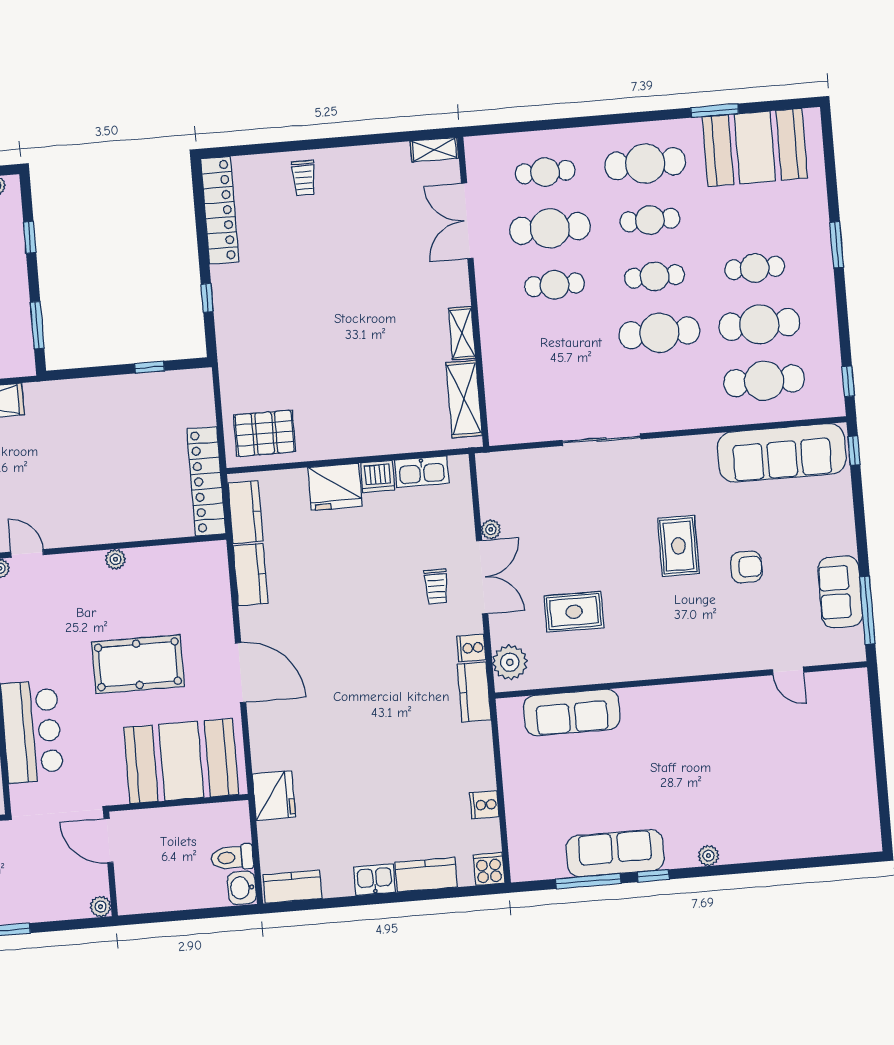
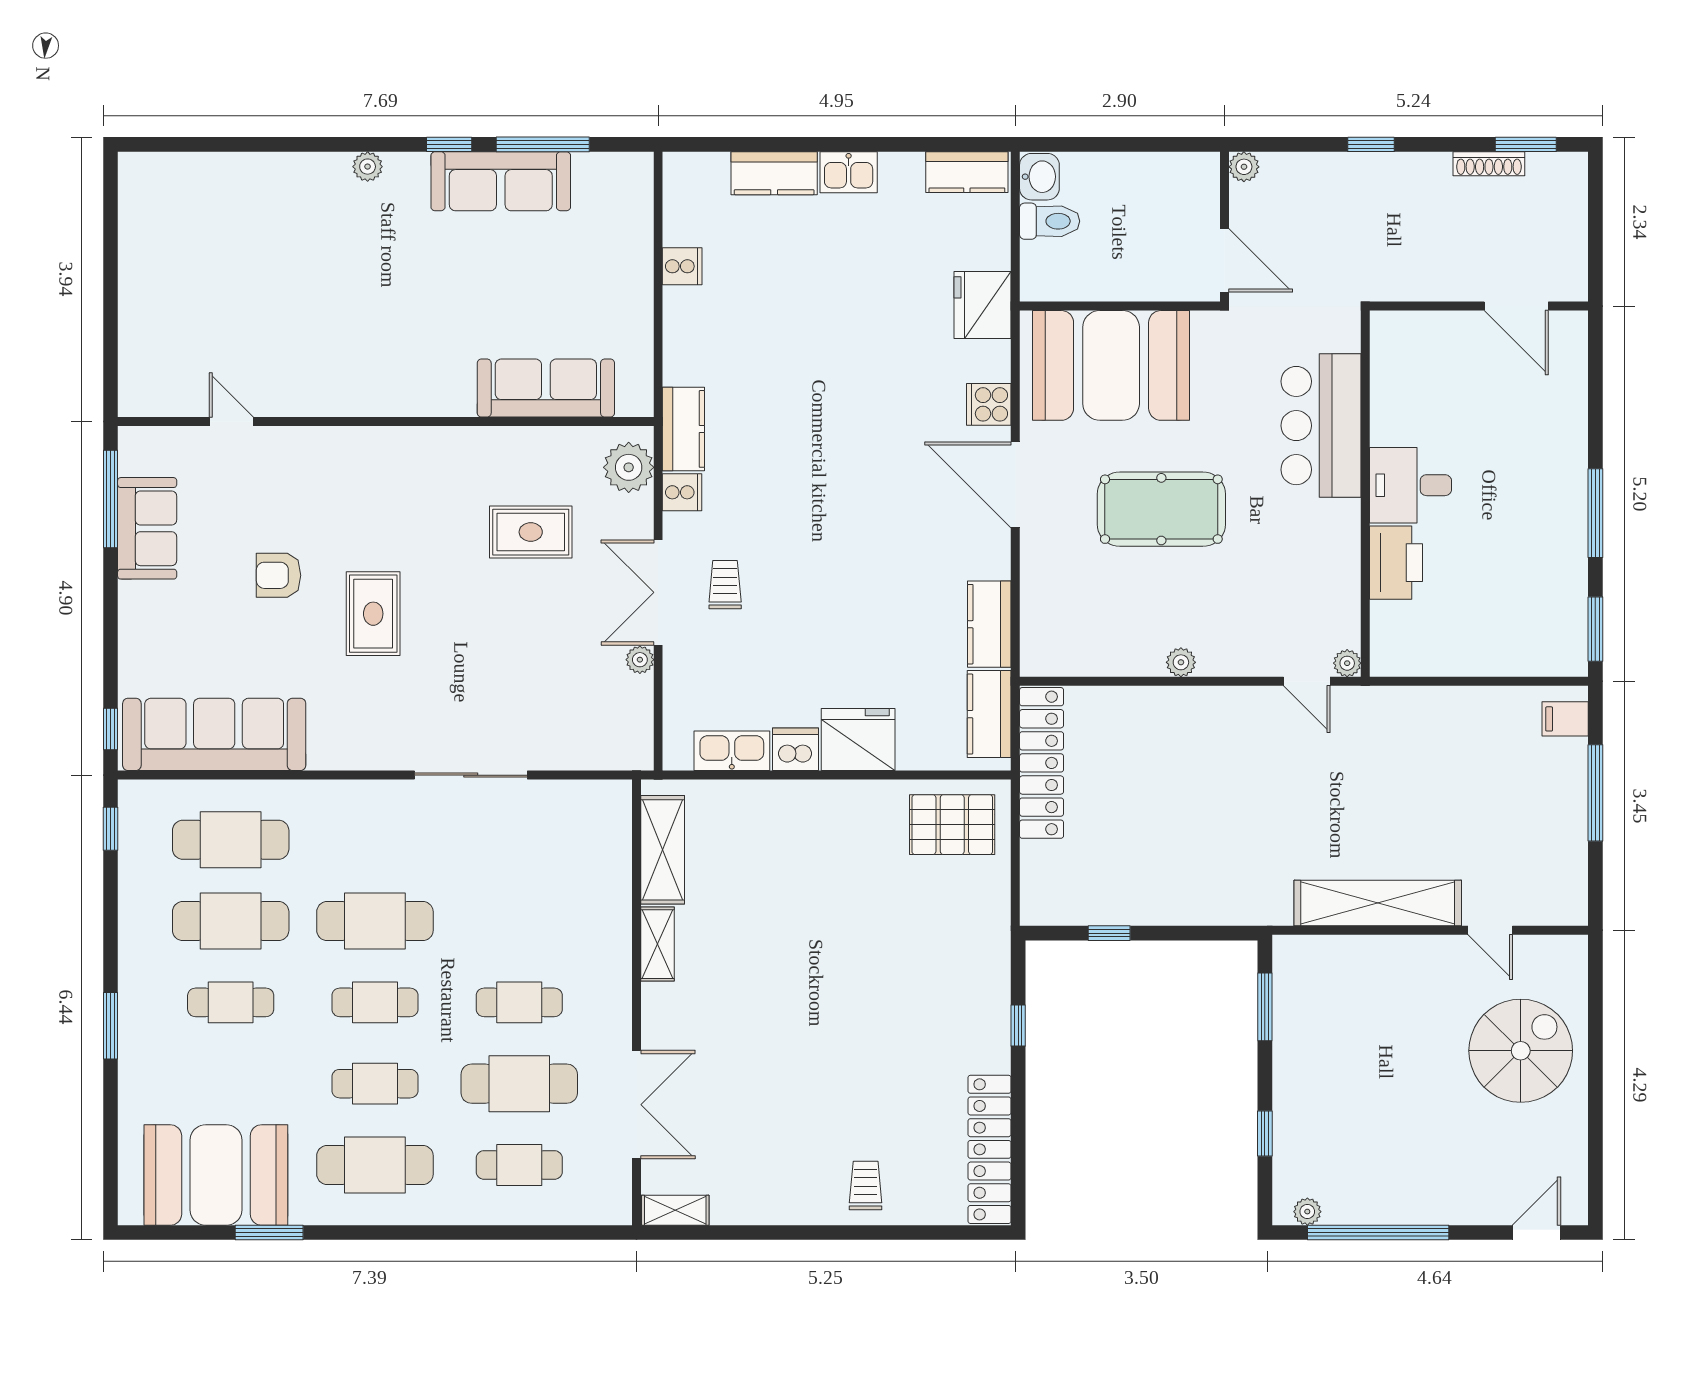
cooker: (489, 869) -> (989, 404), moved, turned 90

